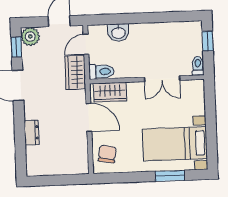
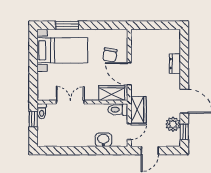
plant: (30, 37) -> (173, 124), moved
window: (208, 41) -> (33, 119), moved
chair: (107, 154) -> (110, 55), moved

